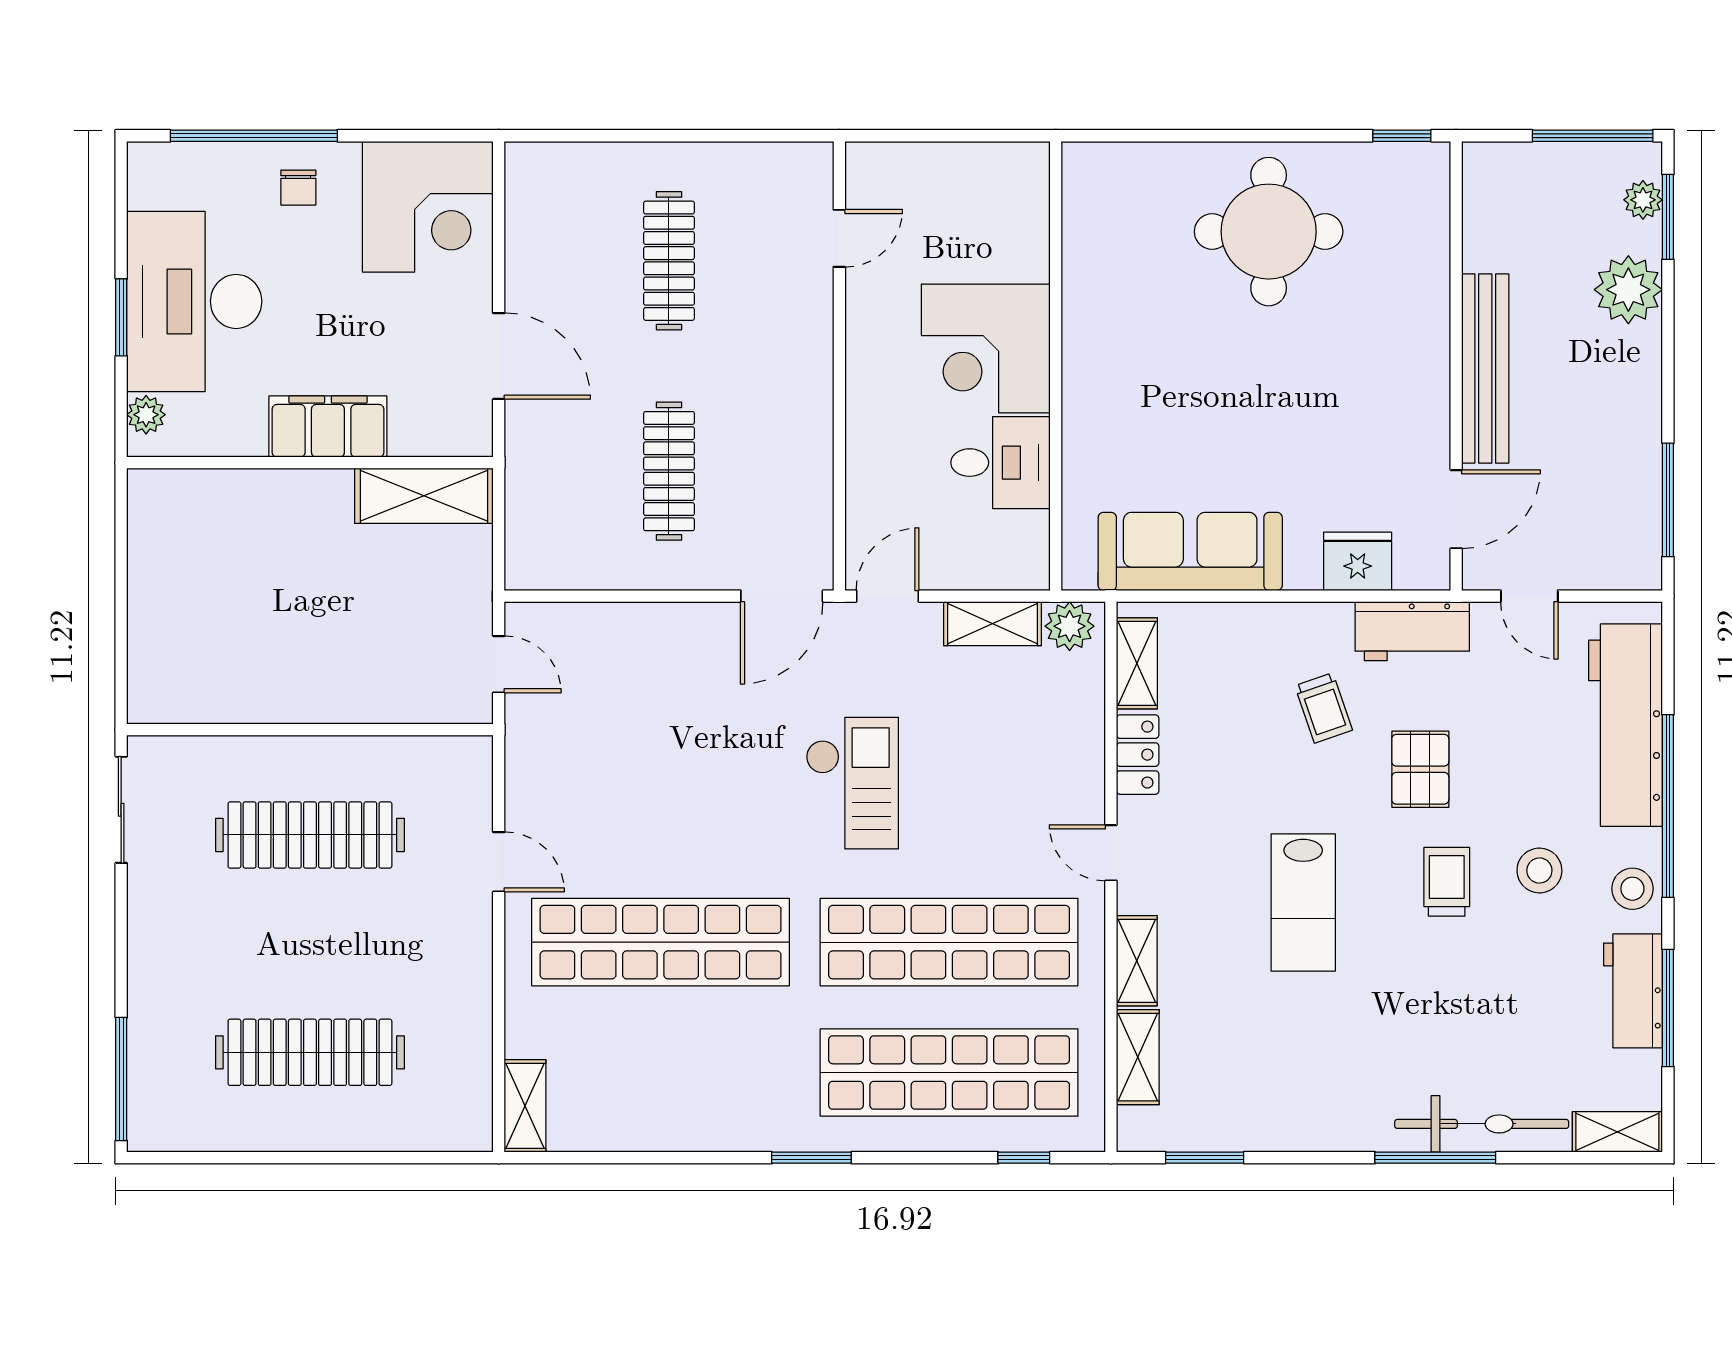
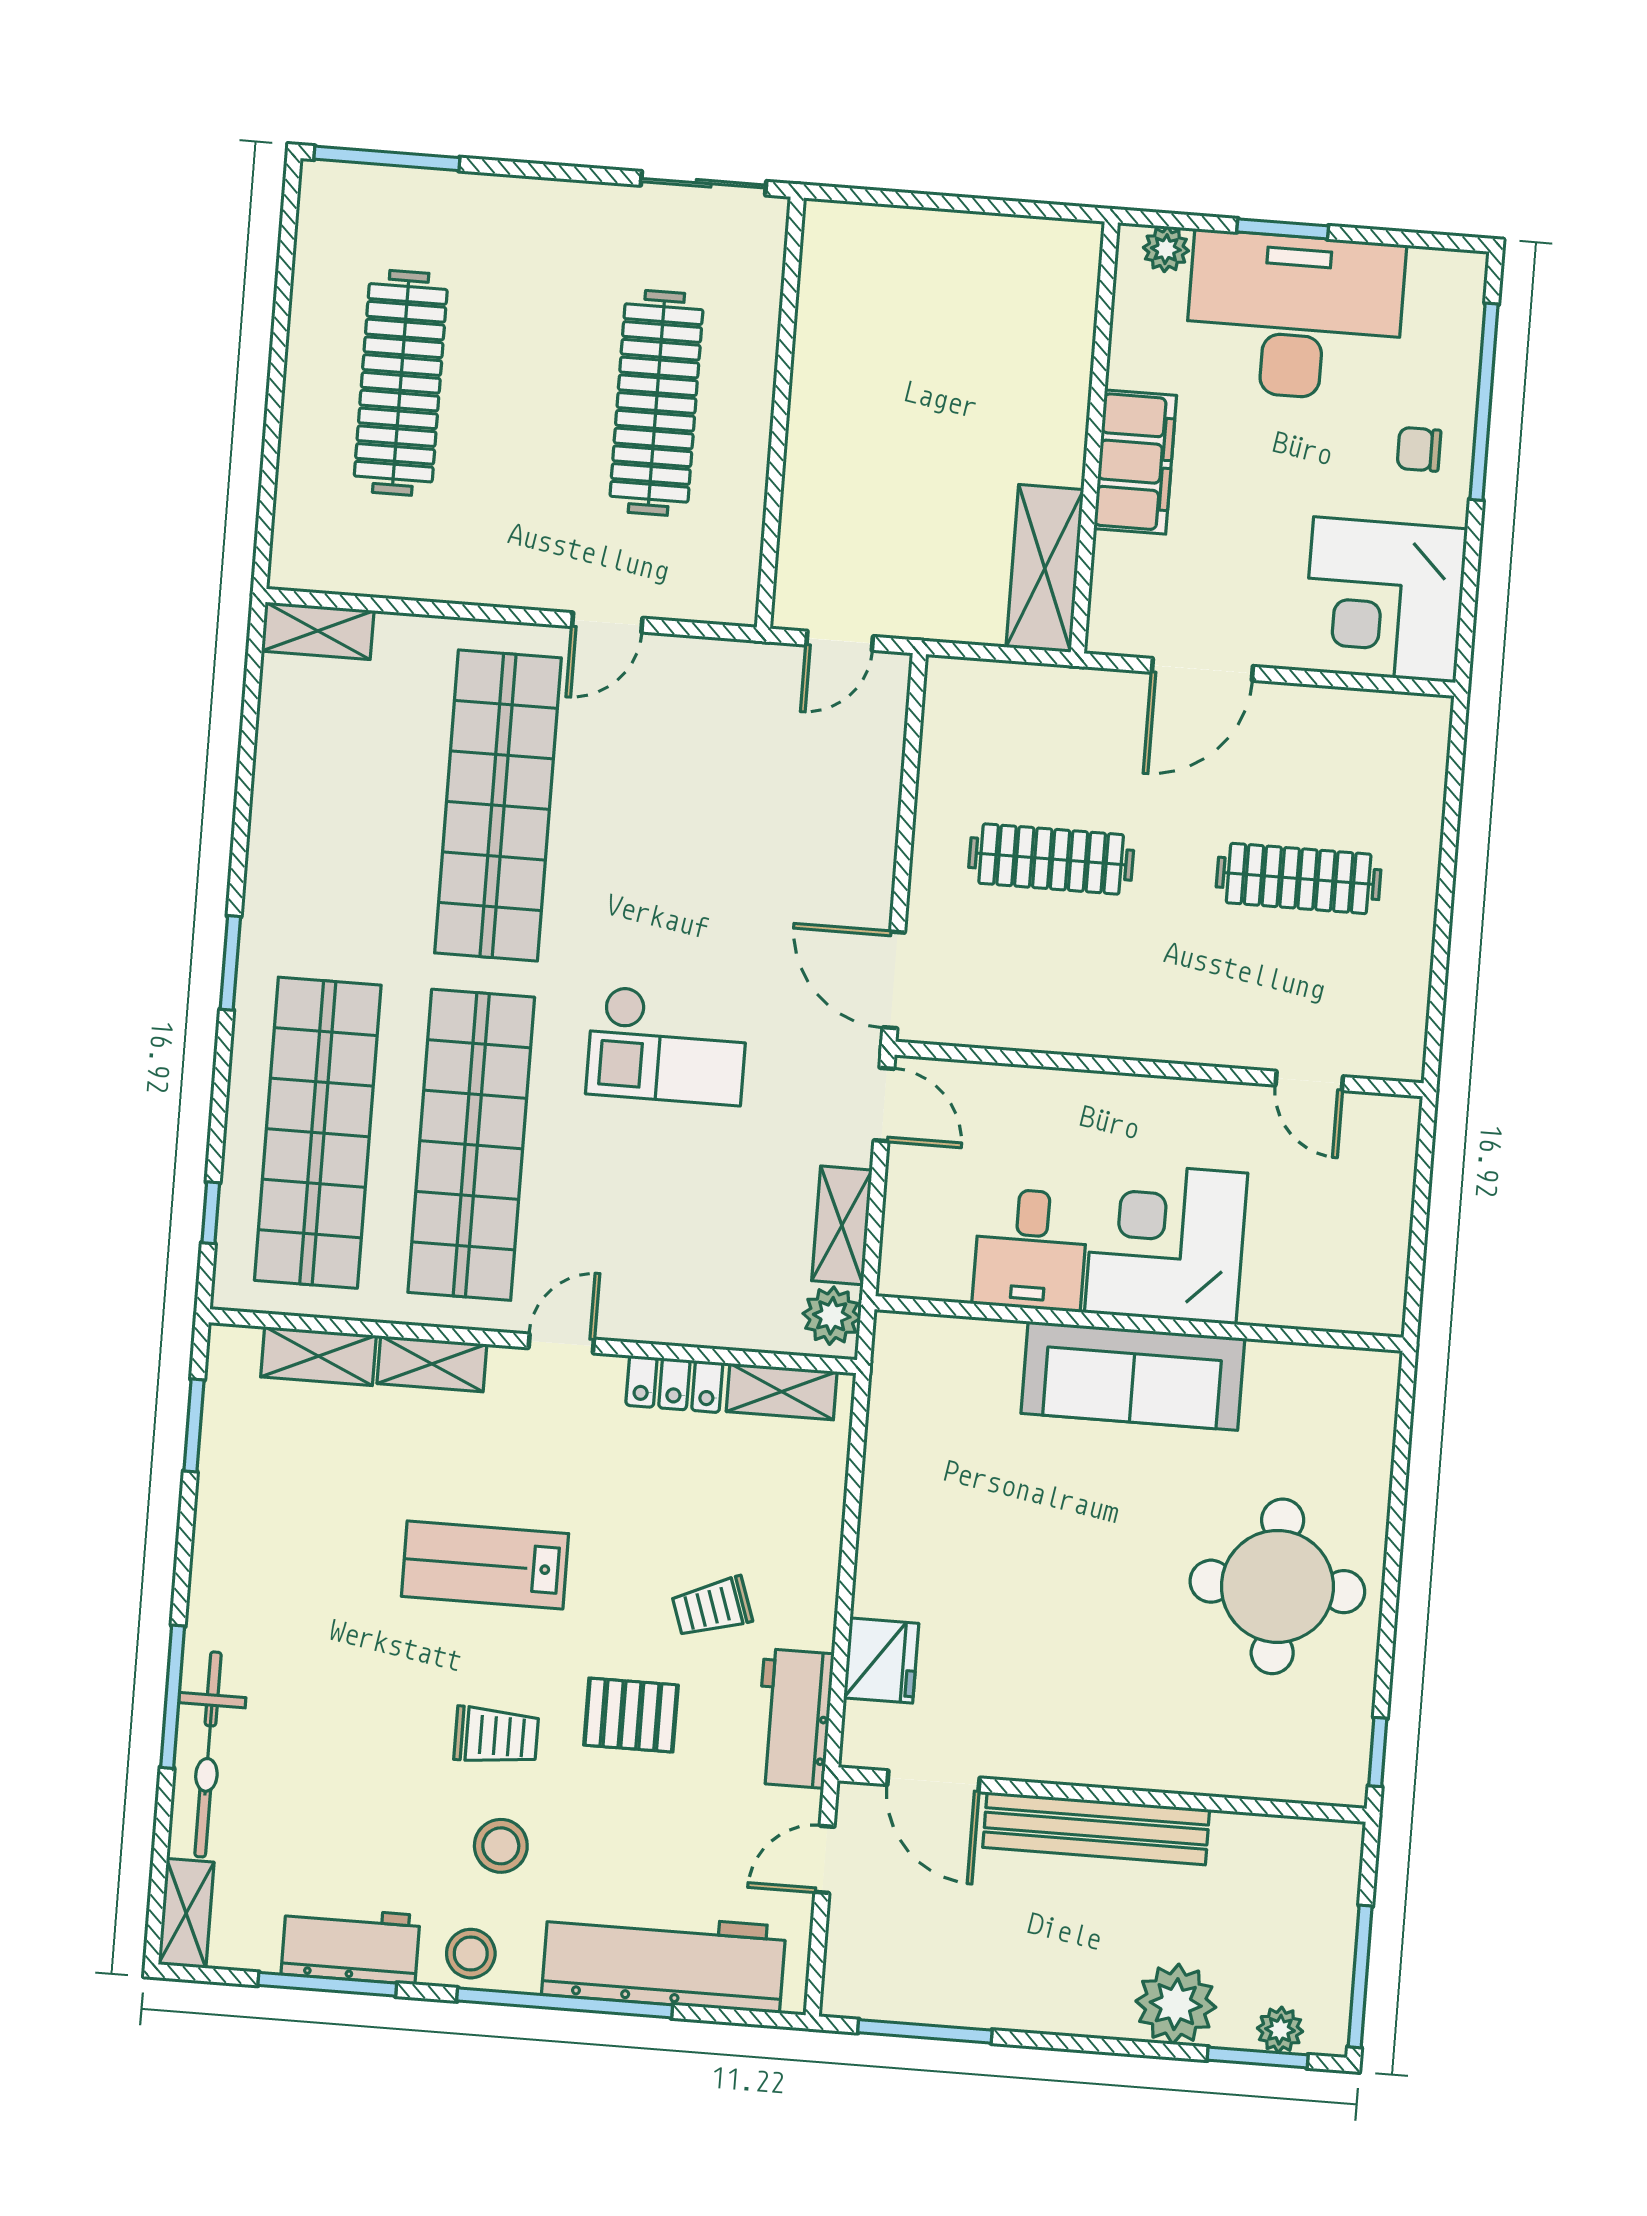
sofa: (1190, 551) -> (1133, 1376), moved, turned 90

